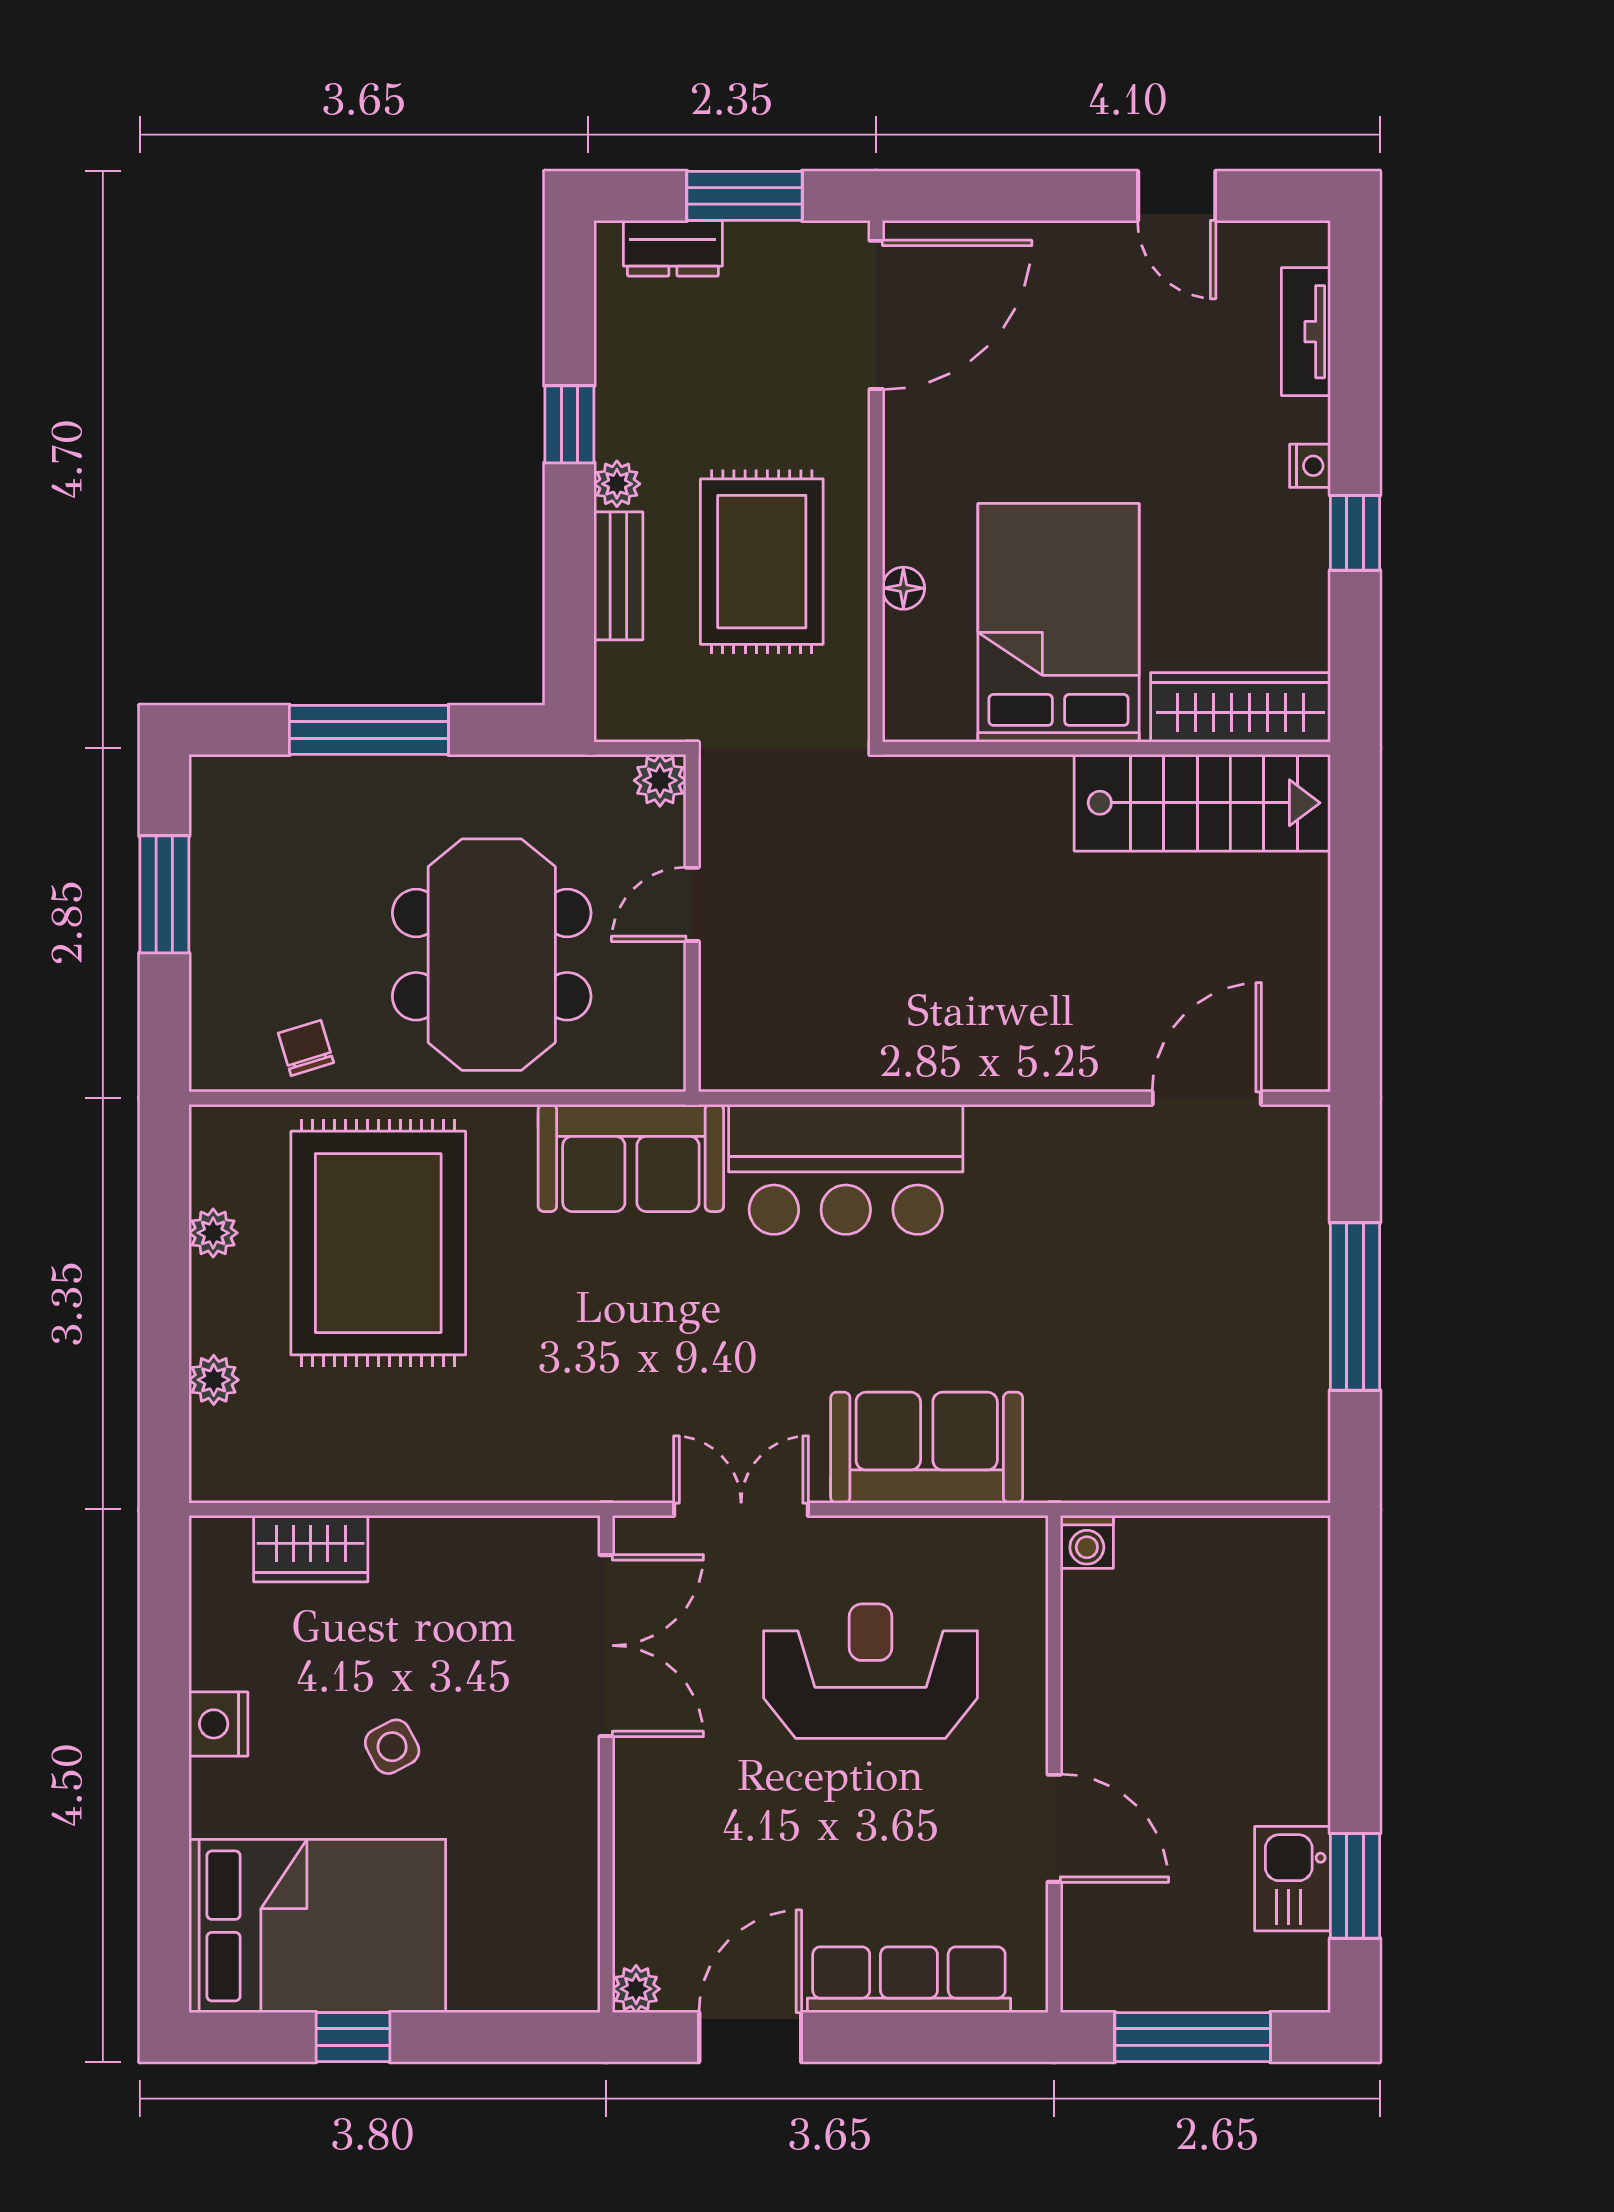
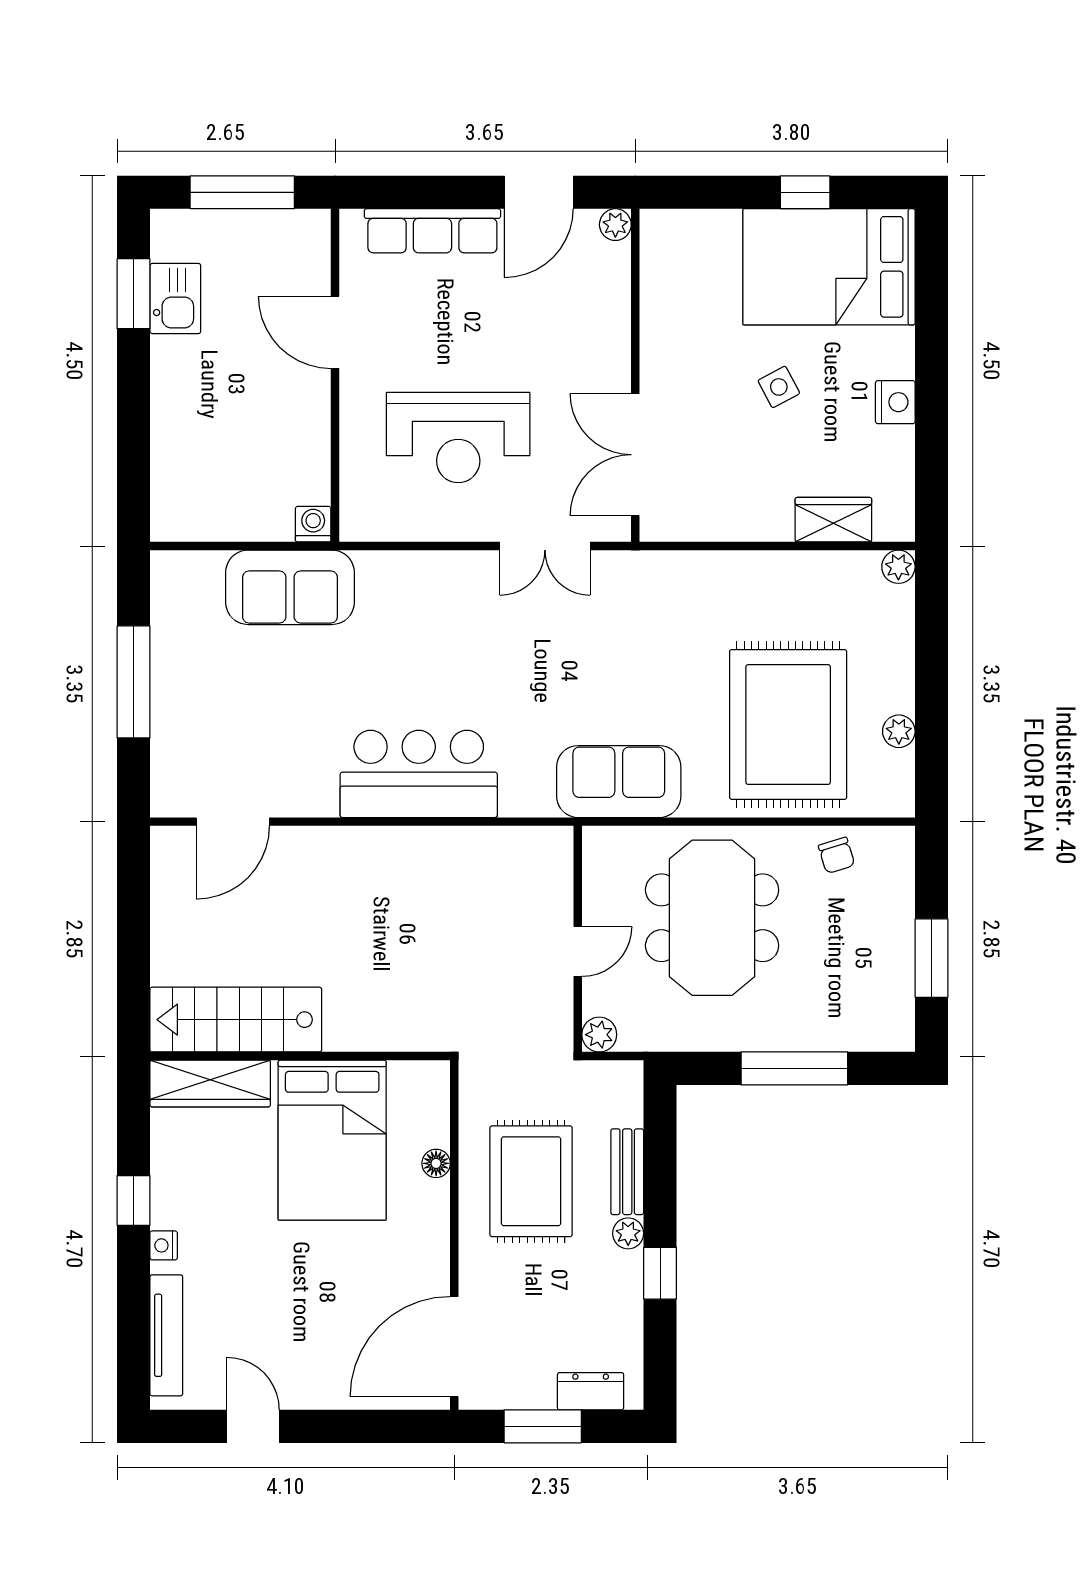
tv unit: (1306, 332) -> (166, 1335), width x1.41
bar counter: (846, 1169) -> (419, 774), moved
plant: (214, 1380) -> (898, 567), moved
sofa: (927, 1448) -> (290, 587), moved

